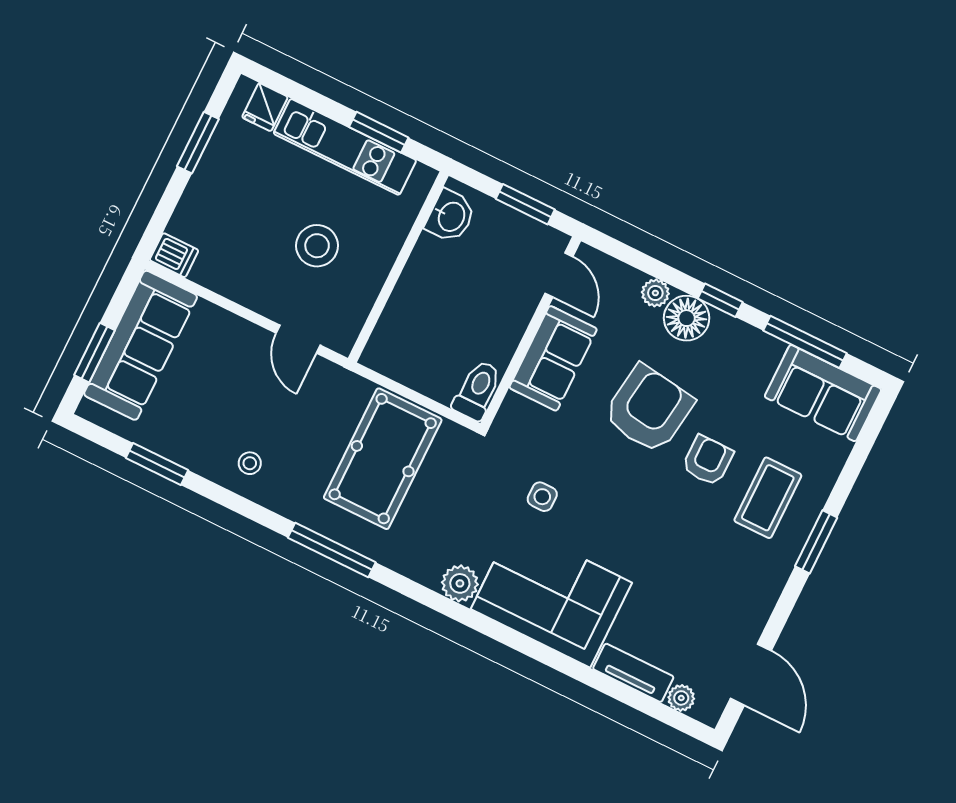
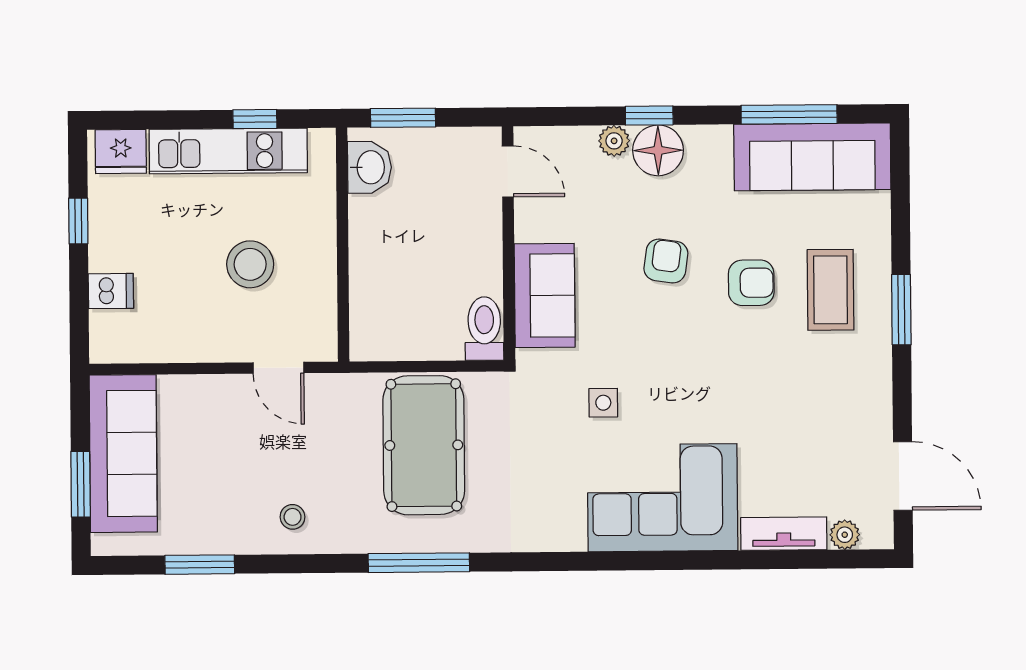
fridge: (265, 107) -> (121, 152), width x1.38
window: (379, 132) -> (255, 119), width x0.67
window: (198, 143) -> (78, 221), width x0.67
window: (525, 204) -> (403, 118), moved
dishwasher: (174, 255) -> (111, 291), moved
window: (720, 300) -> (649, 116), moved
sofa: (553, 358) -> (545, 295), moved
sofa: (823, 393) -> (812, 157), width x1.36
armchair: (649, 409) -> (666, 261), width x0.53, depth x0.53
armchair: (708, 460) -> (751, 283), turned 90
plant: (460, 583) -> (564, 531), removed

